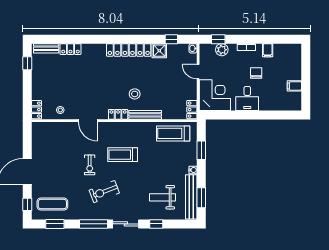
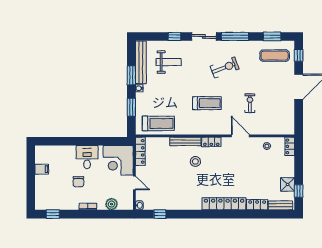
window: (218, 39) -> (53, 214), moved
locker: (129, 50) -> (224, 204), moved
filing cabinet: (268, 50) -> (67, 204), removed
shower: (159, 51) -> (288, 184), moved
locker: (192, 110) -> (140, 151), width x1.53
exercise bike: (90, 165) -> (250, 103), moved
window: (201, 198) -> (131, 75), moved

